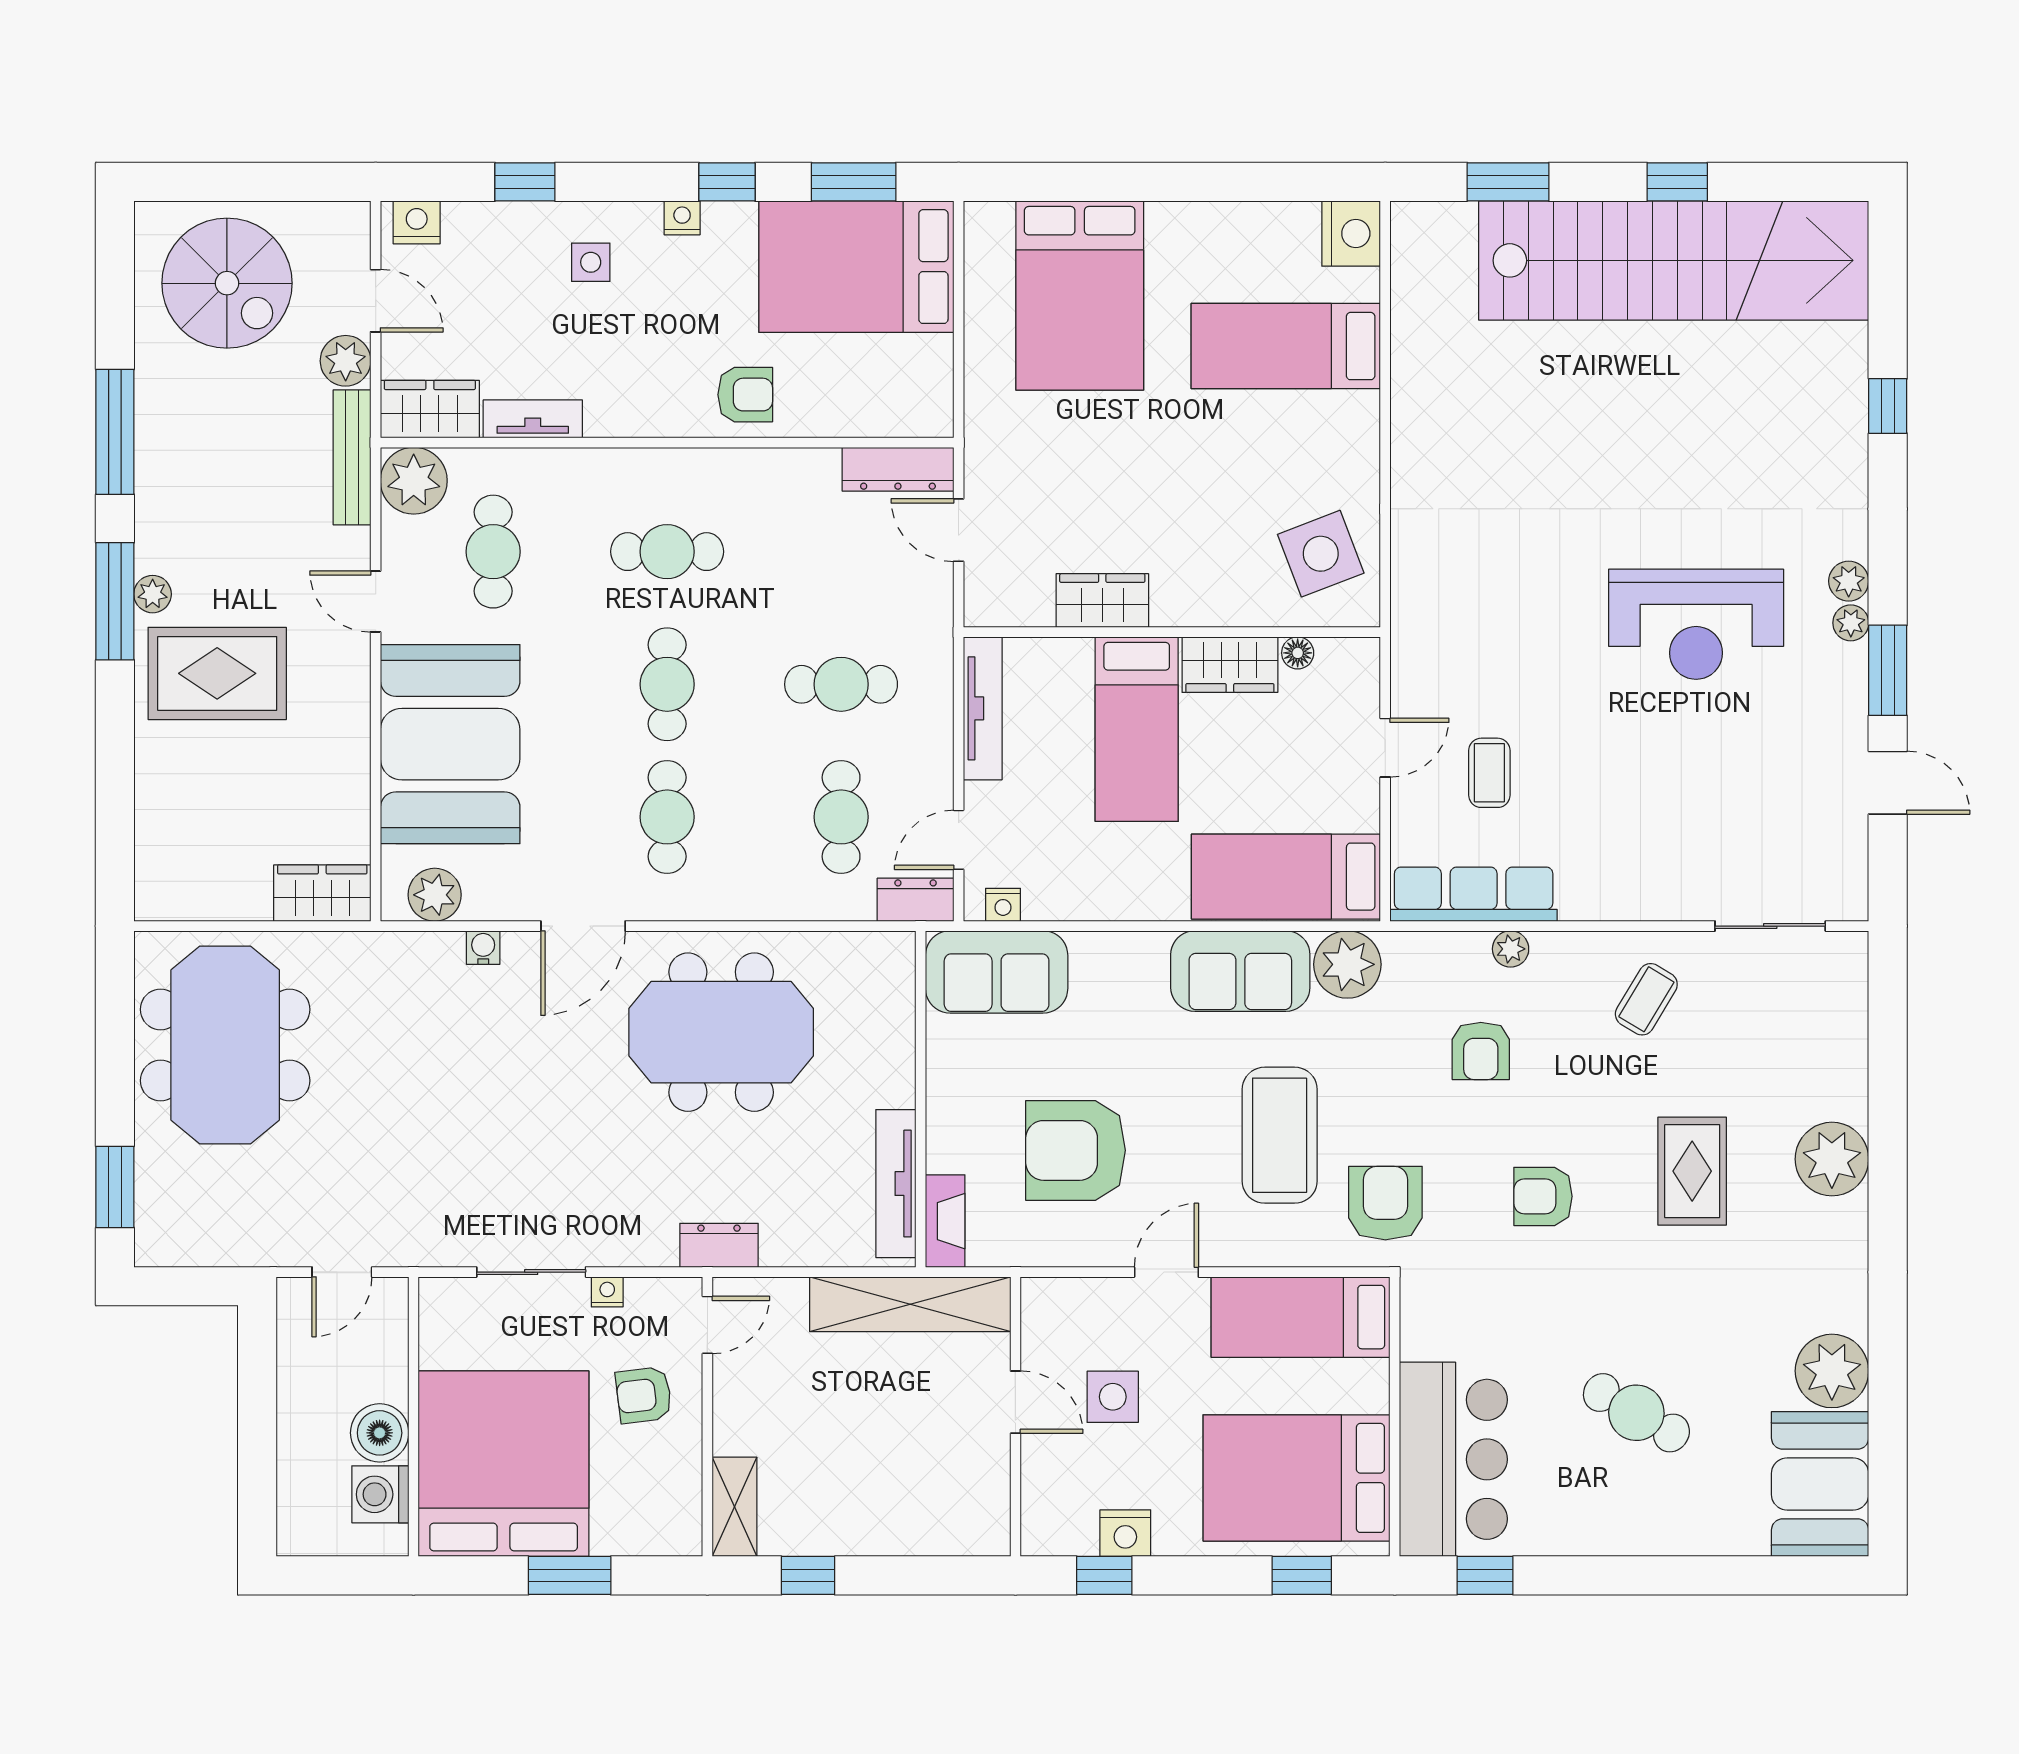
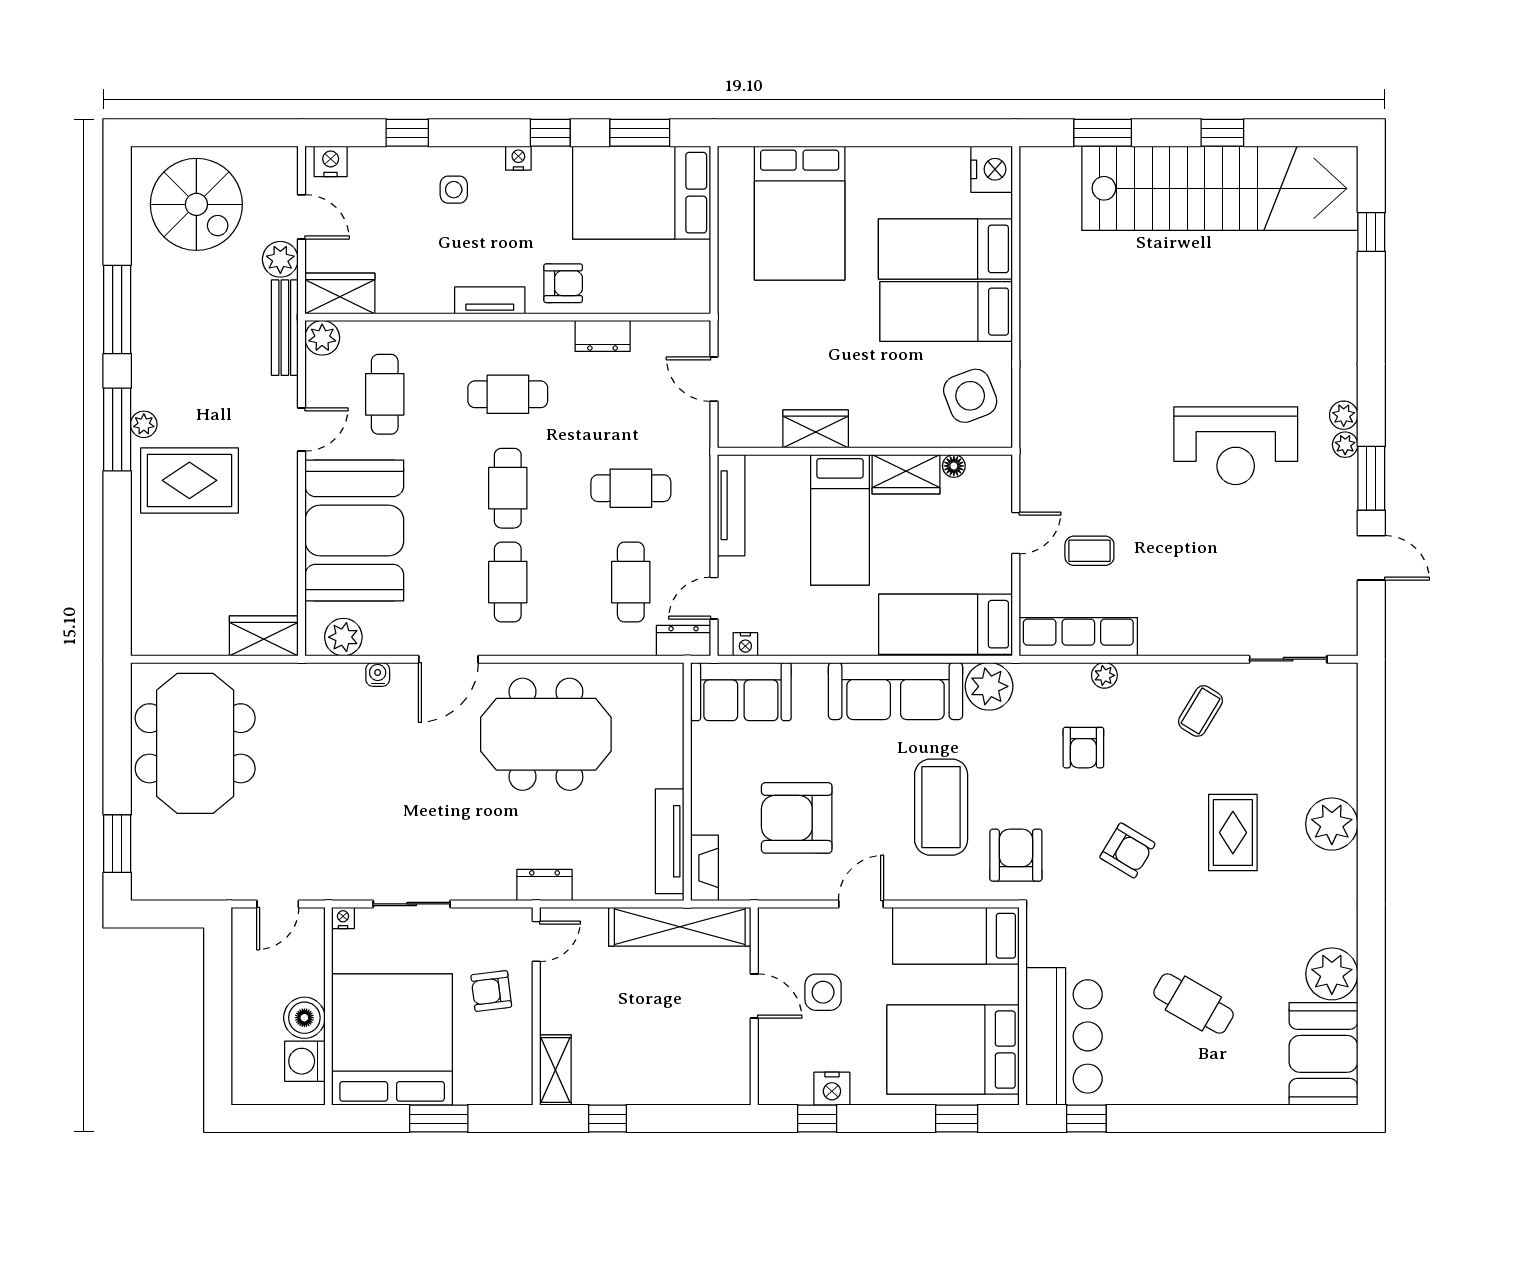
window: (1888, 406) -> (1371, 232), moved
tv unit: (533, 419) -> (490, 300), moved
bed: (1287, 435) -> (946, 312), added
dresser: (898, 469) -> (603, 336), moved, width x0.70
plant: (414, 481) -> (322, 338), width x0.73, depth x0.73
door: (376, 601) -> (302, 430), swing flipped
coffee table: (1489, 773) -> (1089, 551), turned 90
sofa: (1240, 971) -> (895, 691), width x1.36
armchair: (1543, 1196) -> (1127, 850), turned -149
nightstand: (607, 1292) -> (343, 918), moved

